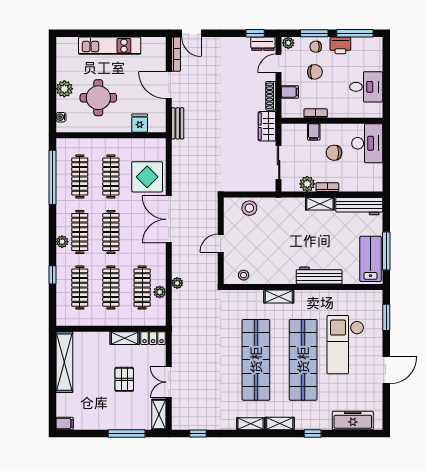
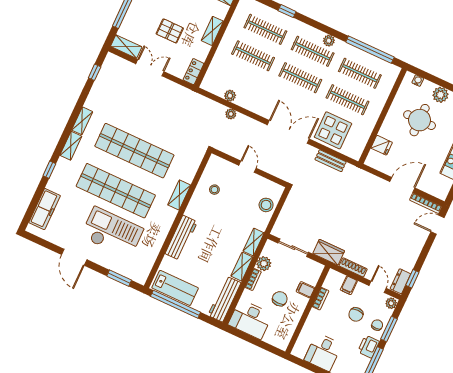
bench: (178, 123) -> (331, 161), moved
desk: (367, 143) -> (250, 319), moved
shelving: (291, 203) -> (254, 242), added
plant: (62, 242) -> (329, 41), moved
window: (386, 251) -> (176, 304), width x1.46
stool: (244, 275) -> (214, 190), moved
clothes rail: (142, 288) -> (241, 82), removed
shelving: (125, 338) -> (212, 31), moved

